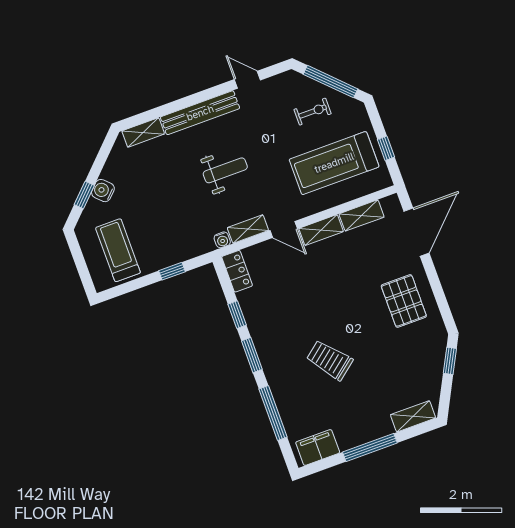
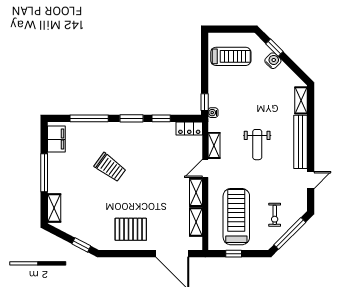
water cooler: (222, 240) -> (213, 113), moved
window: (172, 271) -> (205, 102), moved
trolley: (330, 360) -> (110, 167), turned 75

